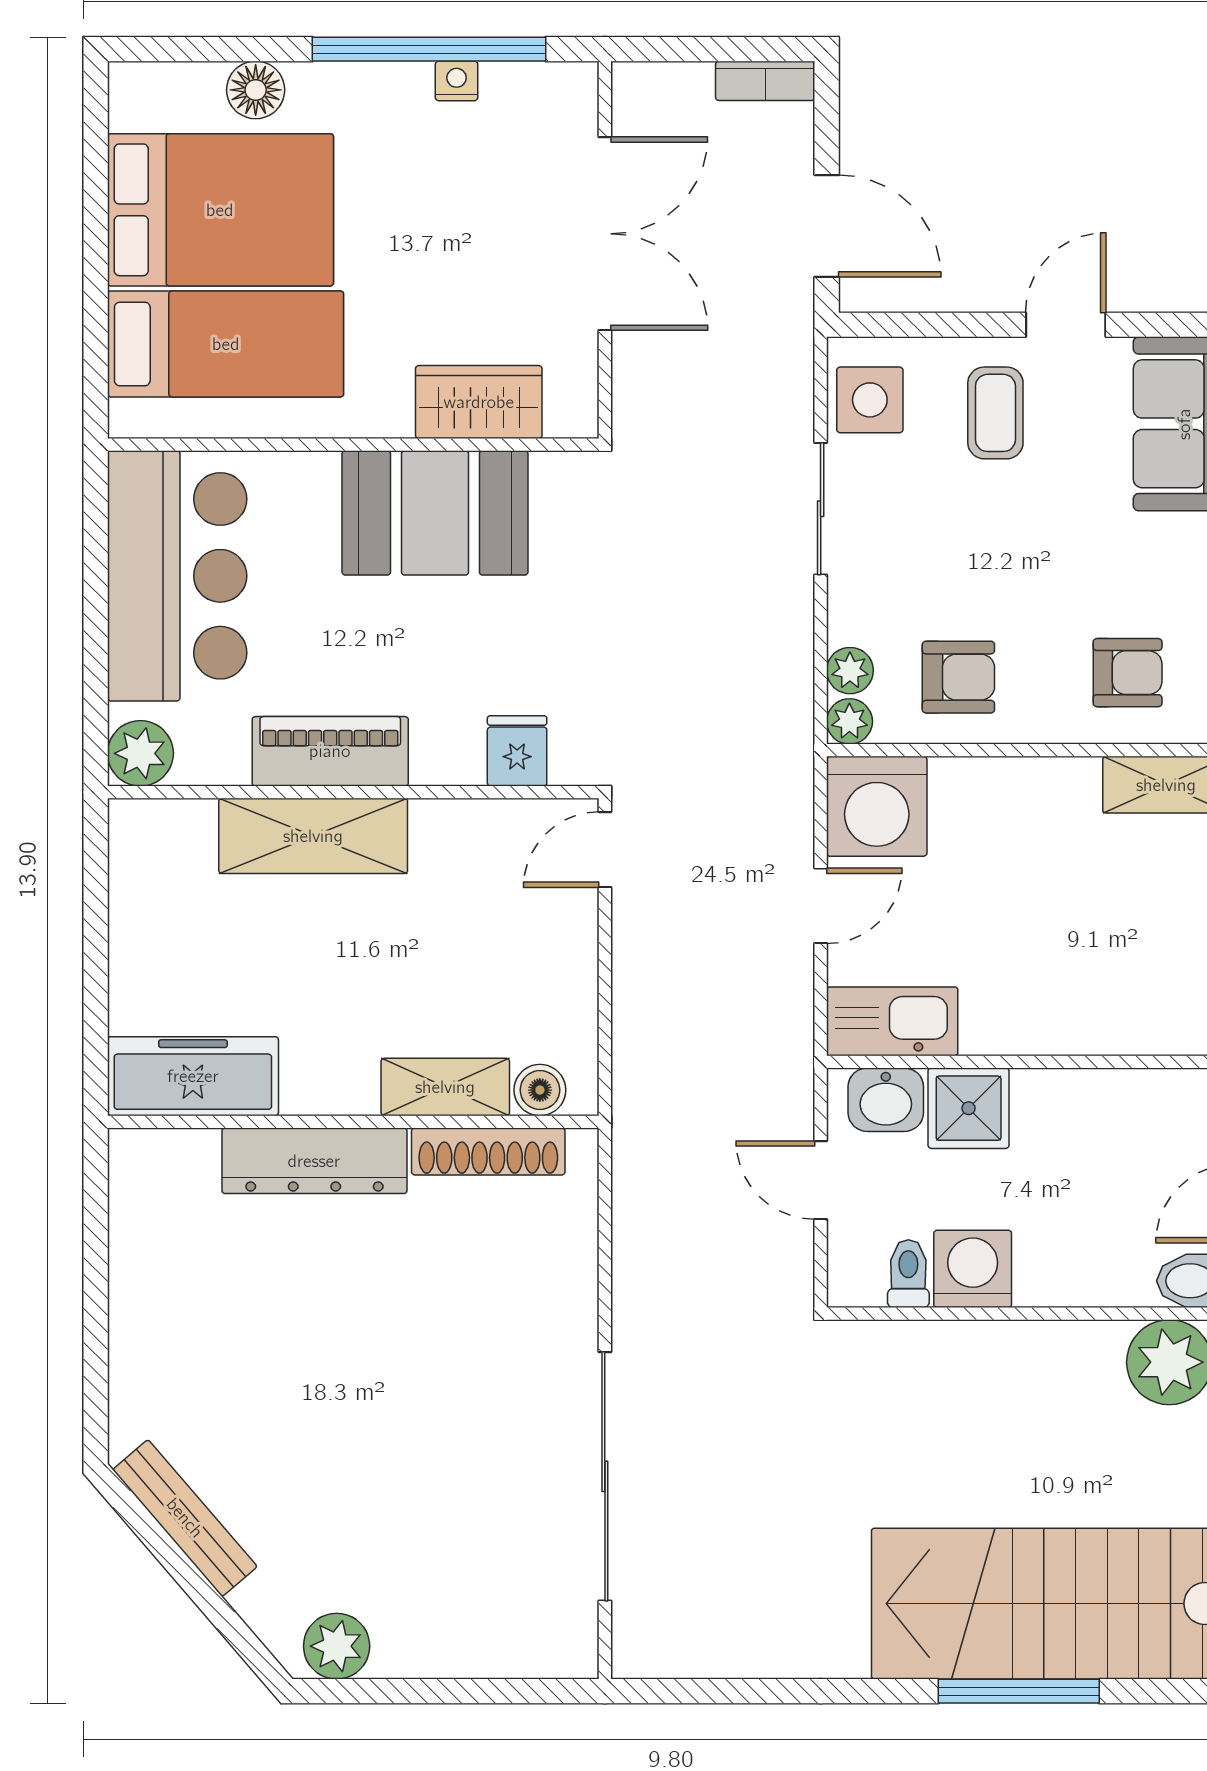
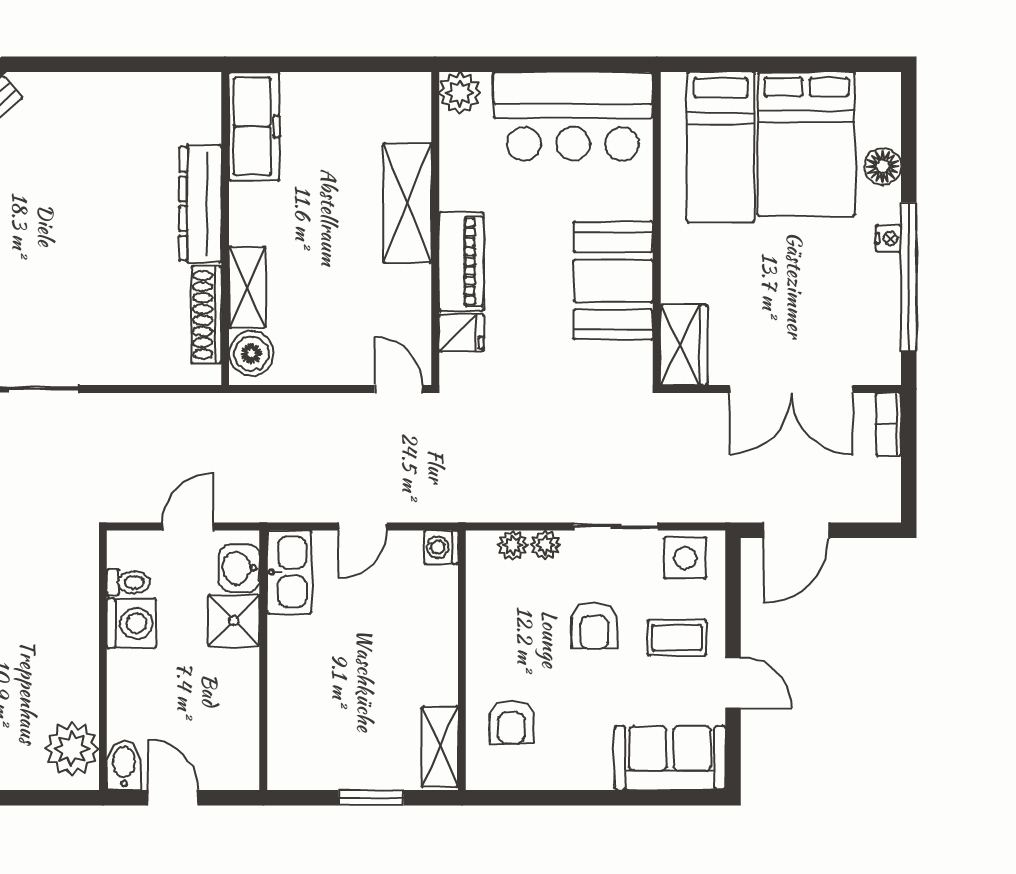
nightstand: (457, 81) -> (888, 238), moved
bookcase: (765, 81) -> (889, 424), moved
wardrobe: (479, 402) -> (684, 345), moved
armchair: (958, 677) -> (594, 626), moved
plant: (849, 721) -> (545, 545), moved
piano: (330, 751) -> (461, 261), moved
washing machine: (877, 806) -> (441, 547), width x0.53, depth x0.53
door: (821, 906) -> (363, 526), hinge flipped
boiler: (540, 1090) -> (251, 354), width x1.36, depth x1.36

